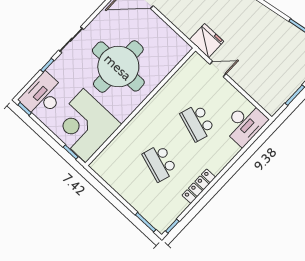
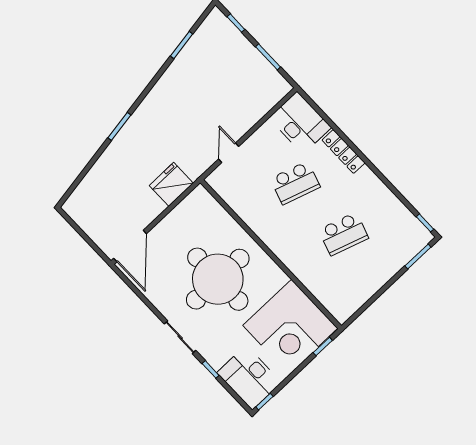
fridge: (207, 41) -> (171, 184), moved
locker: (199, 186) -> (343, 151), moved

